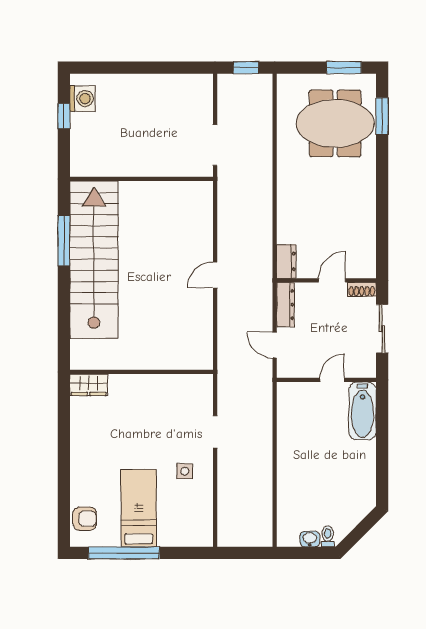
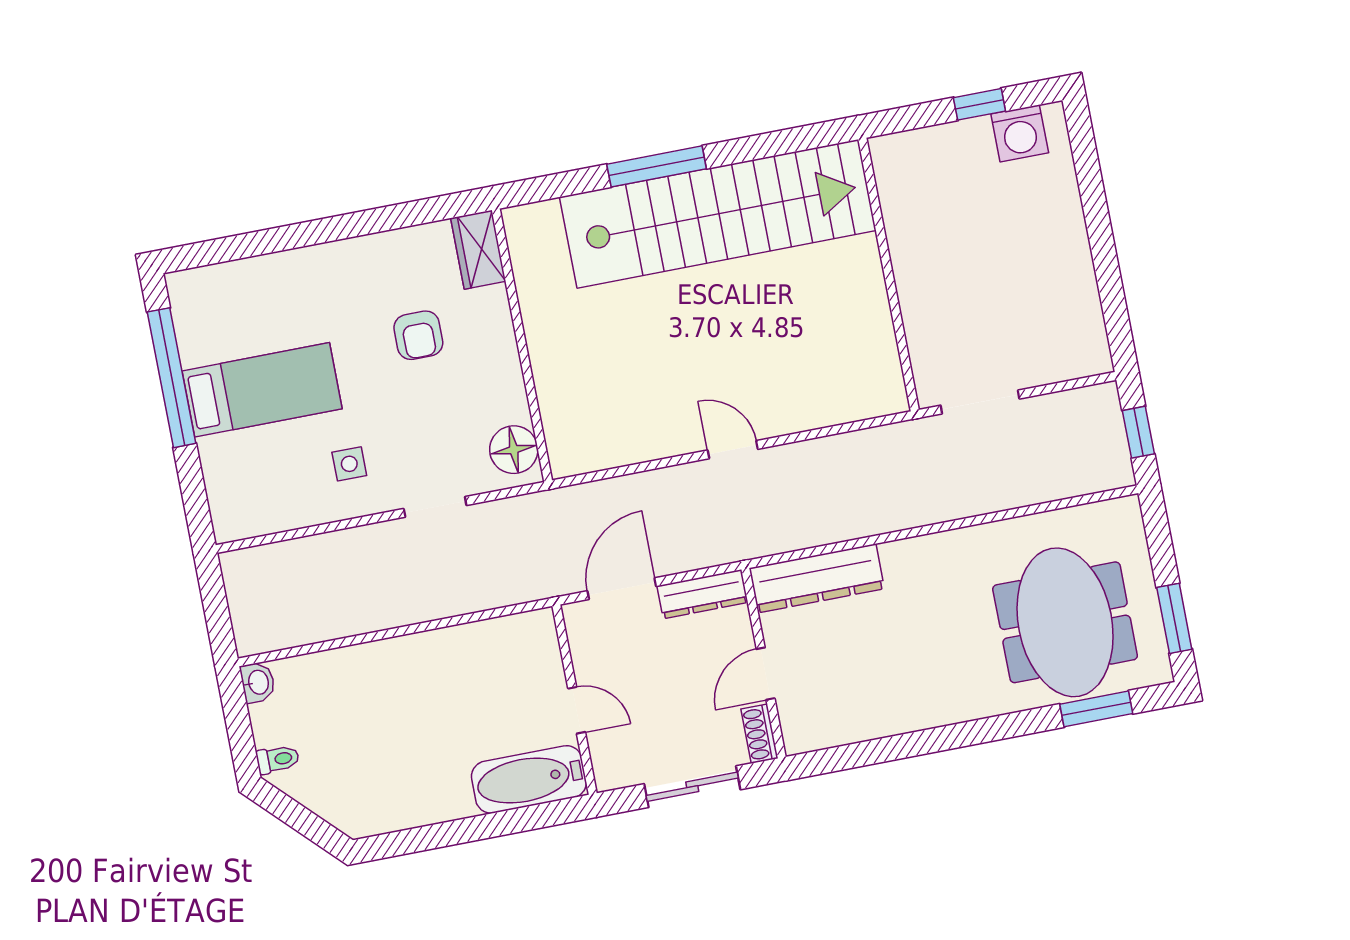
window: (64, 240) -> (657, 166), moved
dresser: (286, 261) -> (817, 578), width x1.96, depth x1.24
door: (332, 280) -> (766, 674), swing flipped
door: (275, 345) -> (622, 589), width x1.38
floor lamp: (194, 386) -> (514, 450), added
armchair: (85, 519) -> (418, 335), moved
washbasin: (310, 539) -> (258, 682), moved

